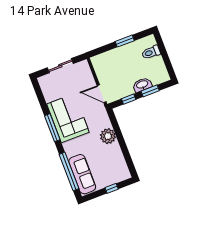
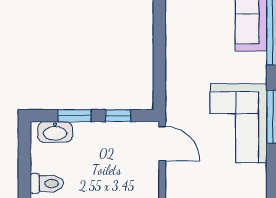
washbasin: (142, 85) -> (55, 132), moved
plant: (108, 136) -> (180, 64), removed

